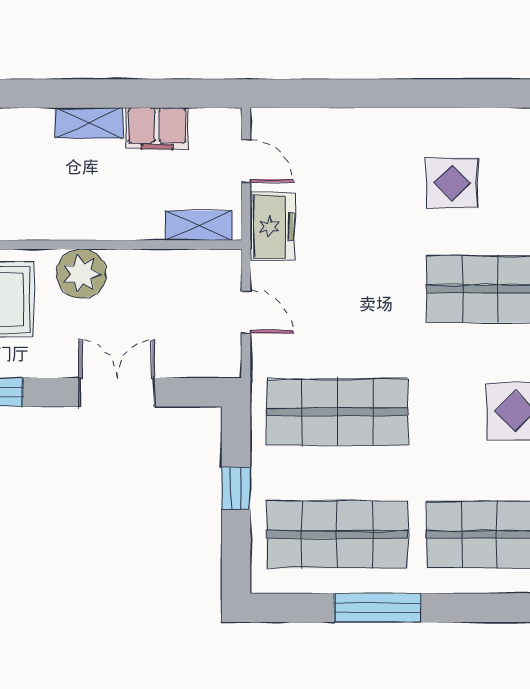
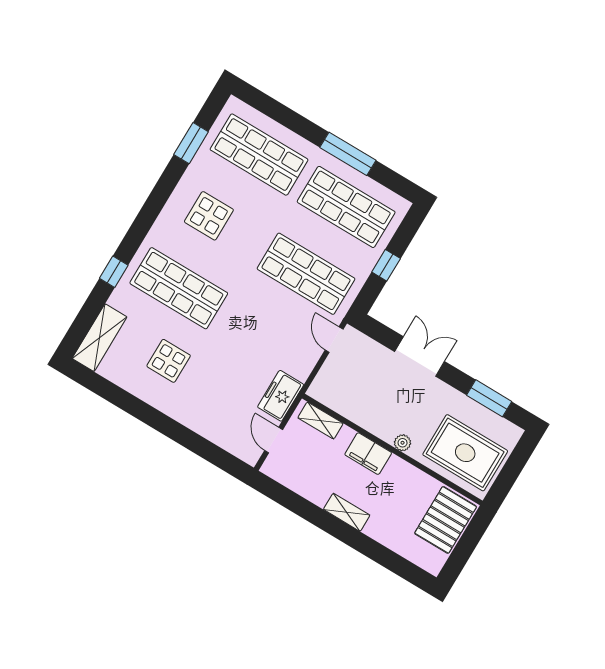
filing cabinet: (157, 128) -> (368, 454), moved, turned 180
plant: (81, 274) -> (403, 443), width x0.53, depth x0.53
door: (246, 312) -> (334, 340), moved
double door: (117, 392) -> (420, 357), swing flipped

